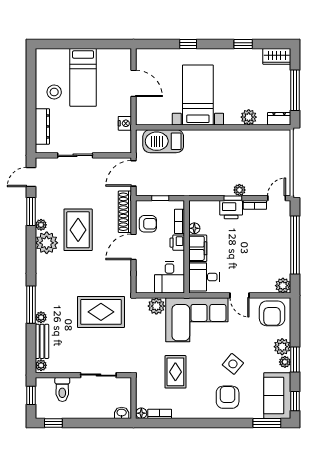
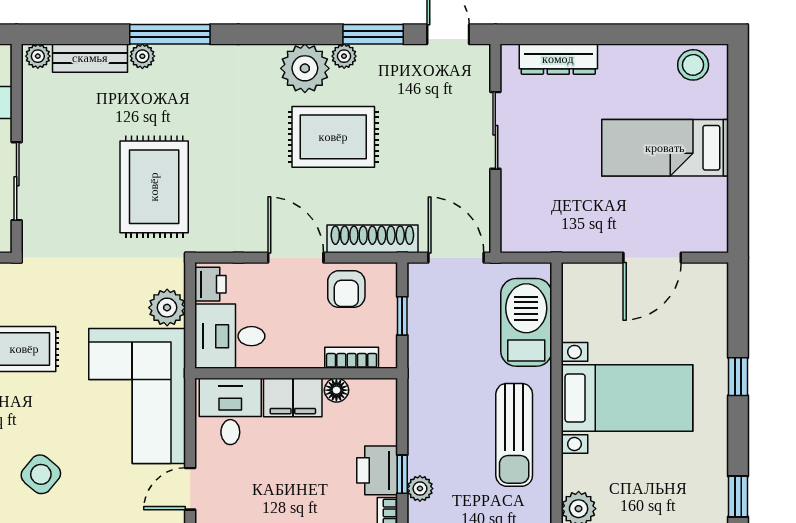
stool: (54, 92) -> (693, 65), moved
nightstand: (125, 123) -> (565, 239), removed
sun lounger: (215, 147) -> (514, 435), added
printer: (177, 243) -> (210, 284), moved, turned 90

